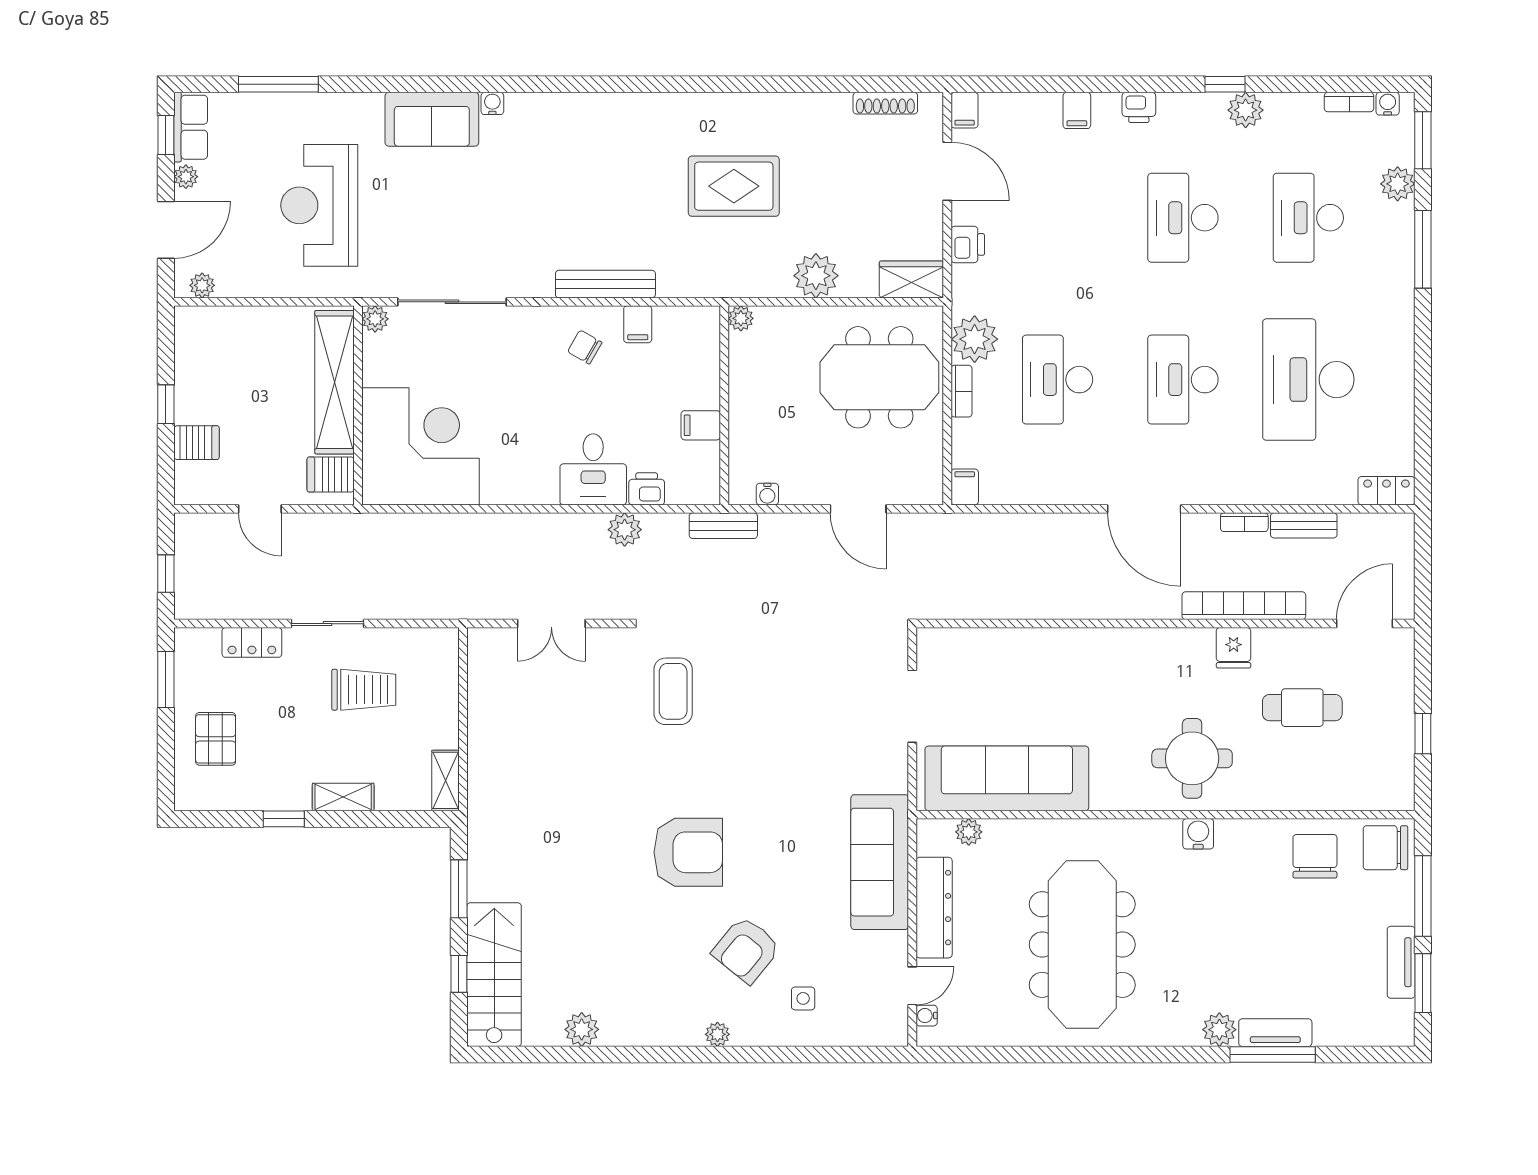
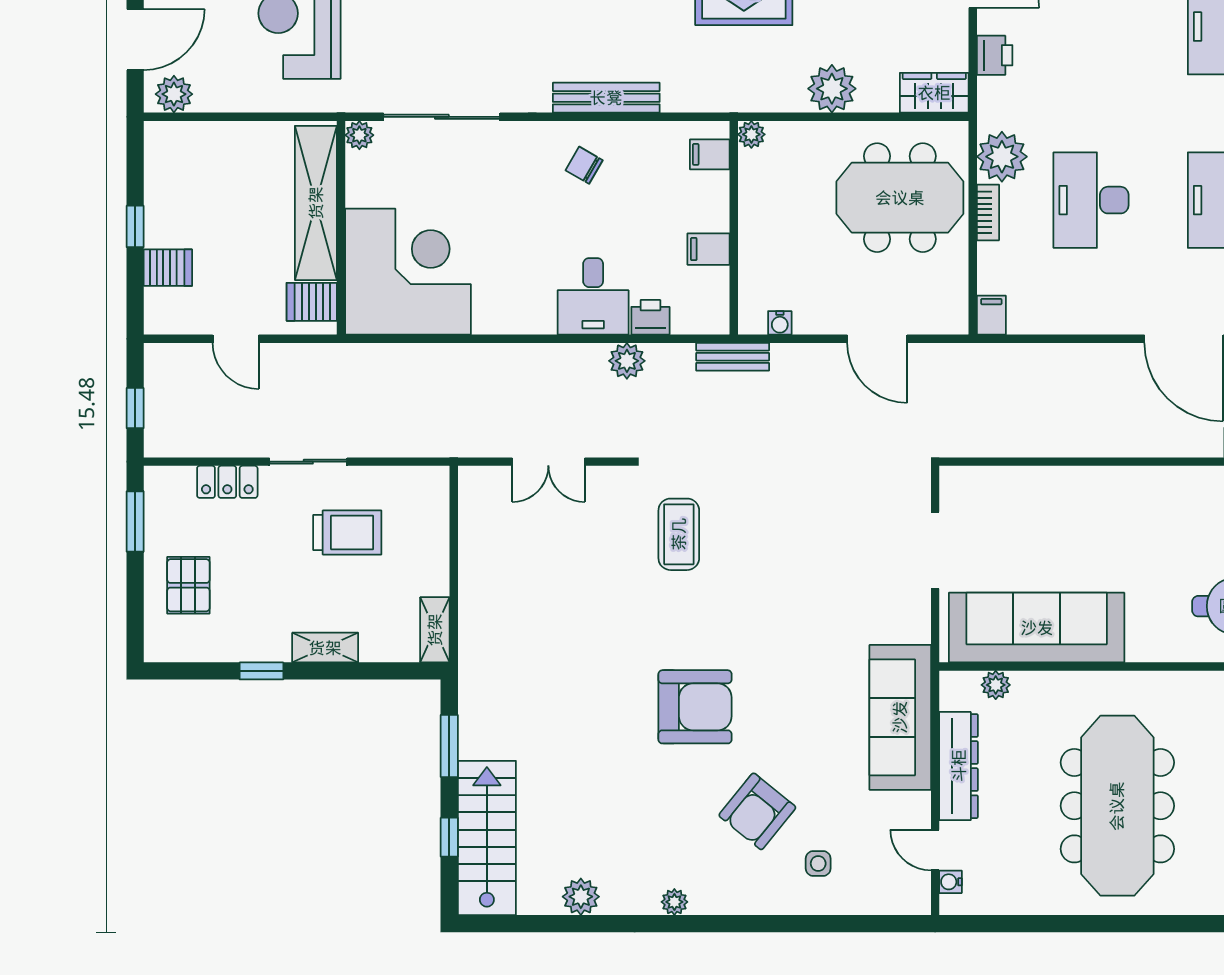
plant: (202, 285) -> (174, 94), width x1.38, depth x1.38
filing cabinet: (638, 324) -> (710, 154), moved, turned 90
door: (912, 986) -> (935, 850), swing flipped
plant: (717, 1034) -> (674, 902), moved

